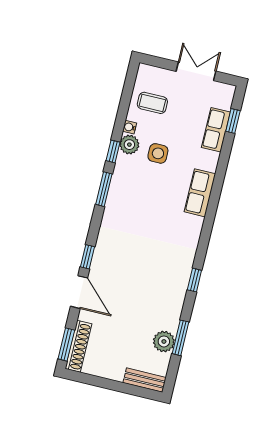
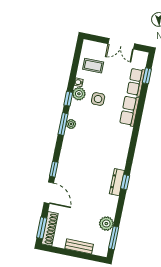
double door: (196, 71) -> (121, 44), swing flipped
plant: (116, 190) -> (71, 124), added
row of seats: (200, 193) -> (129, 111), moved
dresser: (182, 280) -> (117, 182), added
window: (180, 338) -> (114, 238), moved
bench: (145, 380) -> (79, 246), moved

